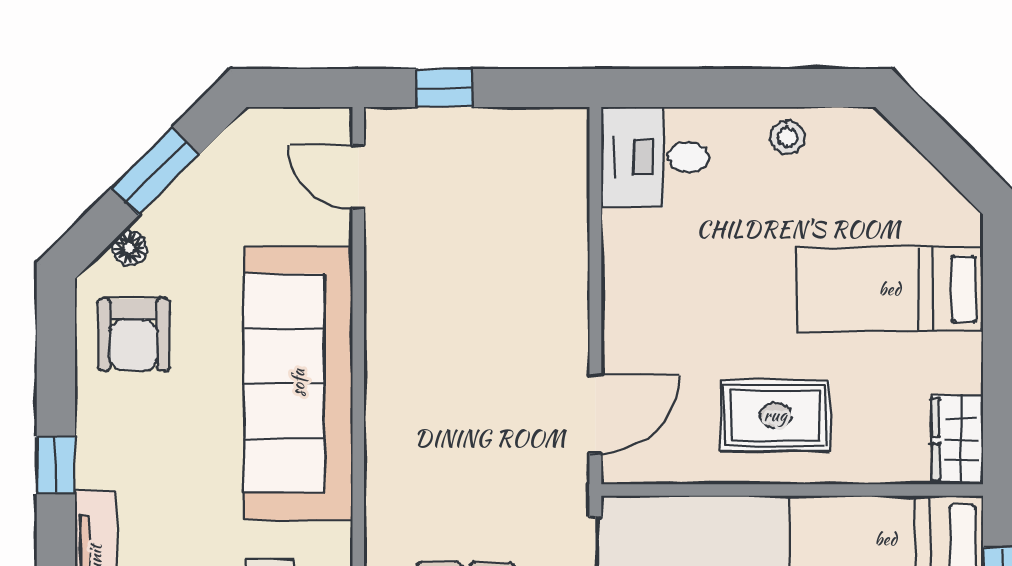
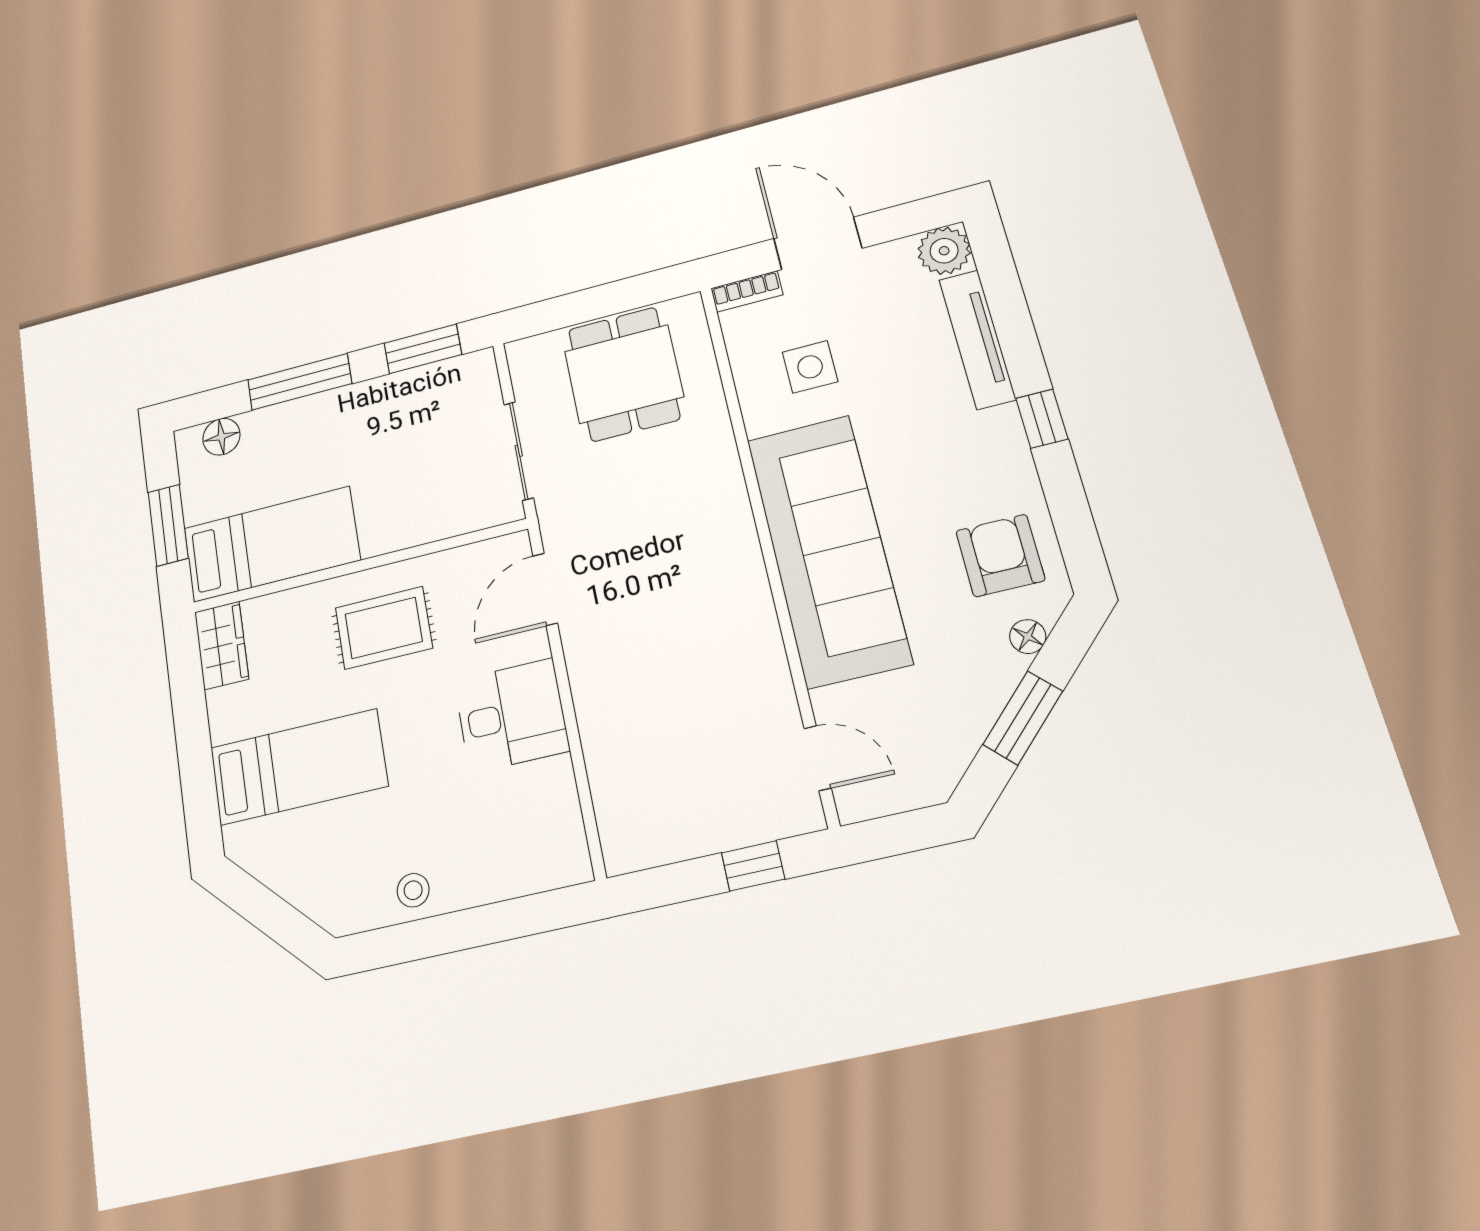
desk: (655, 157) -> (511, 716), moved

